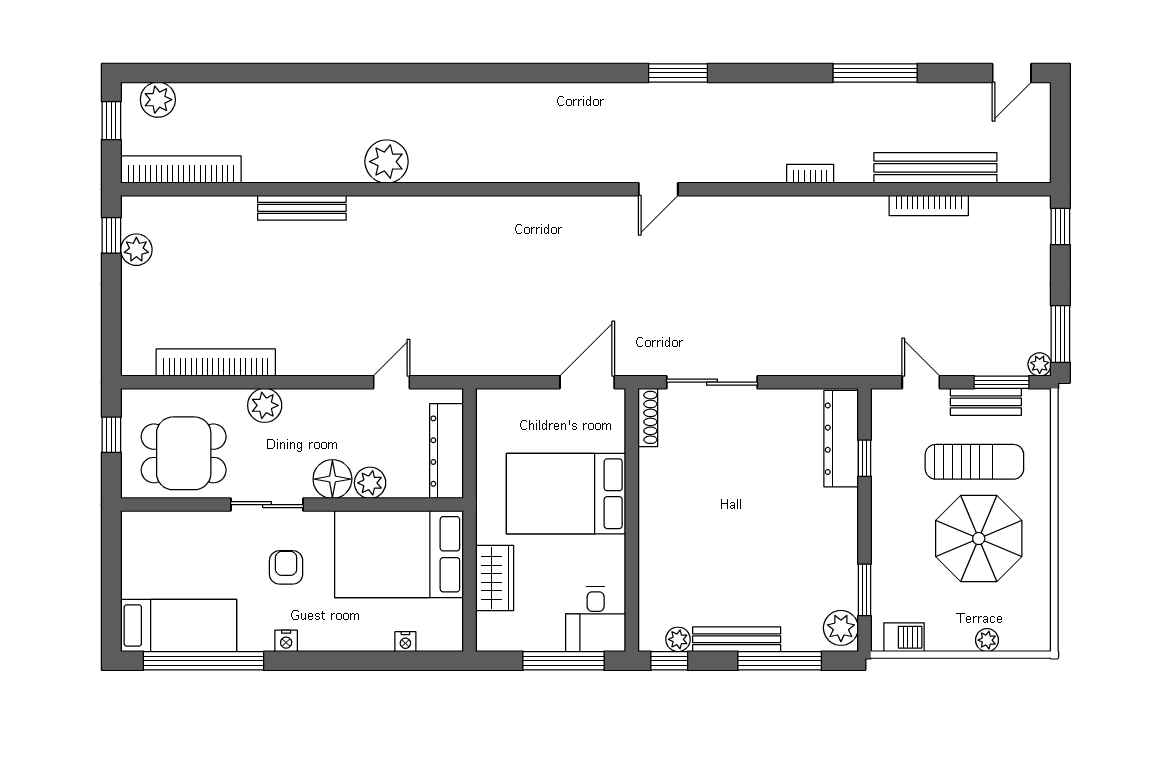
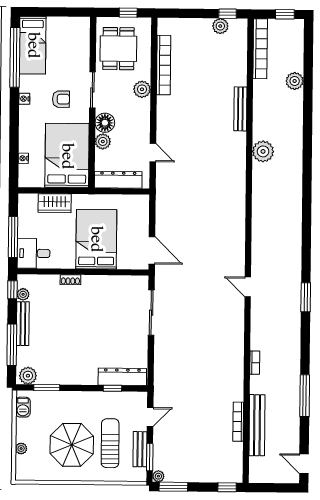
plant: (158, 100) -> (295, 81), moved
shoe rack: (648, 417) -> (70, 280), moved, width x0.70
sun lounger: (974, 462) -> (110, 443), turned 180

